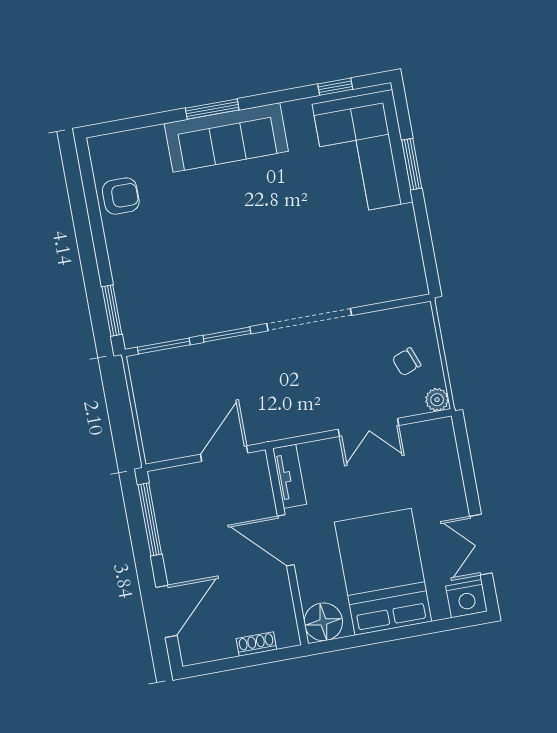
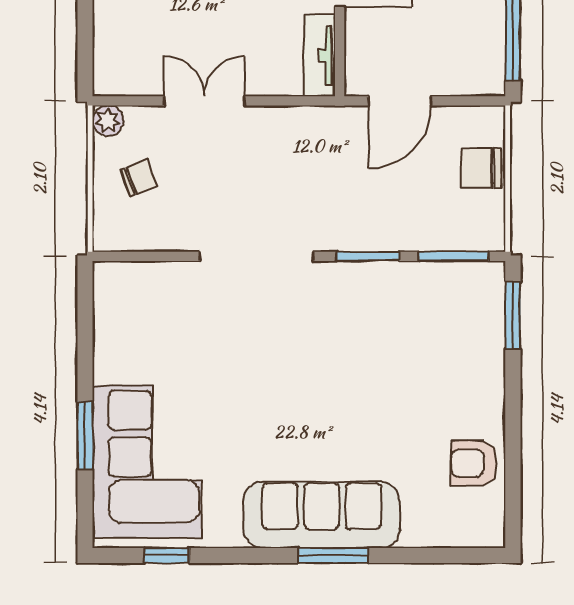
chair: (155, 415) -> (481, 168), added

